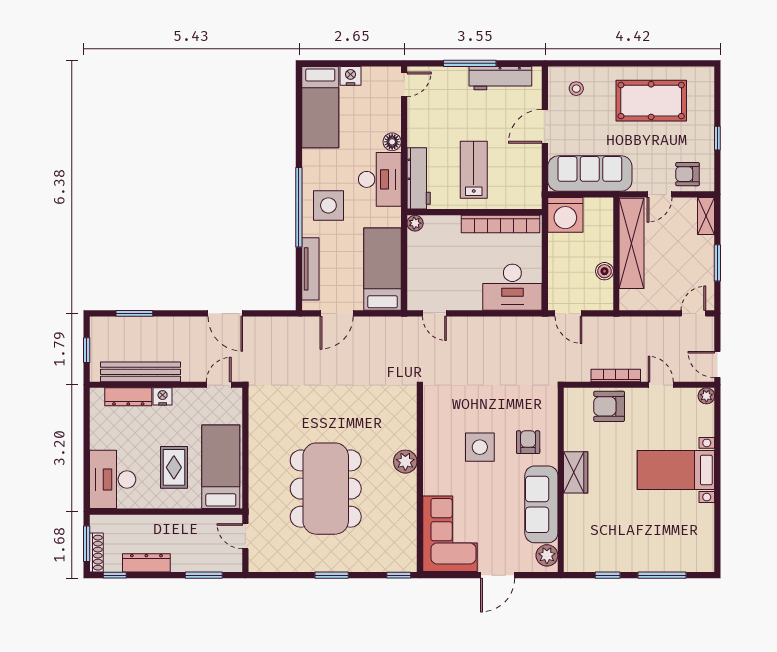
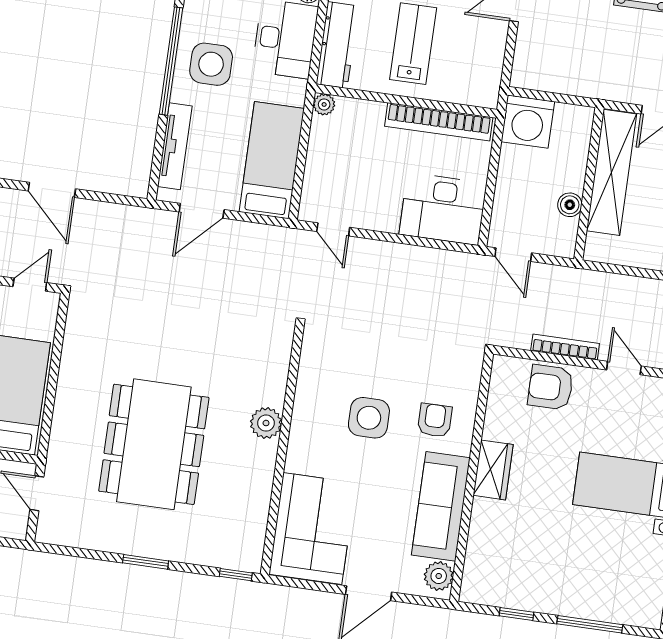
sofa: (590, 174) -> (568, 71), removed

